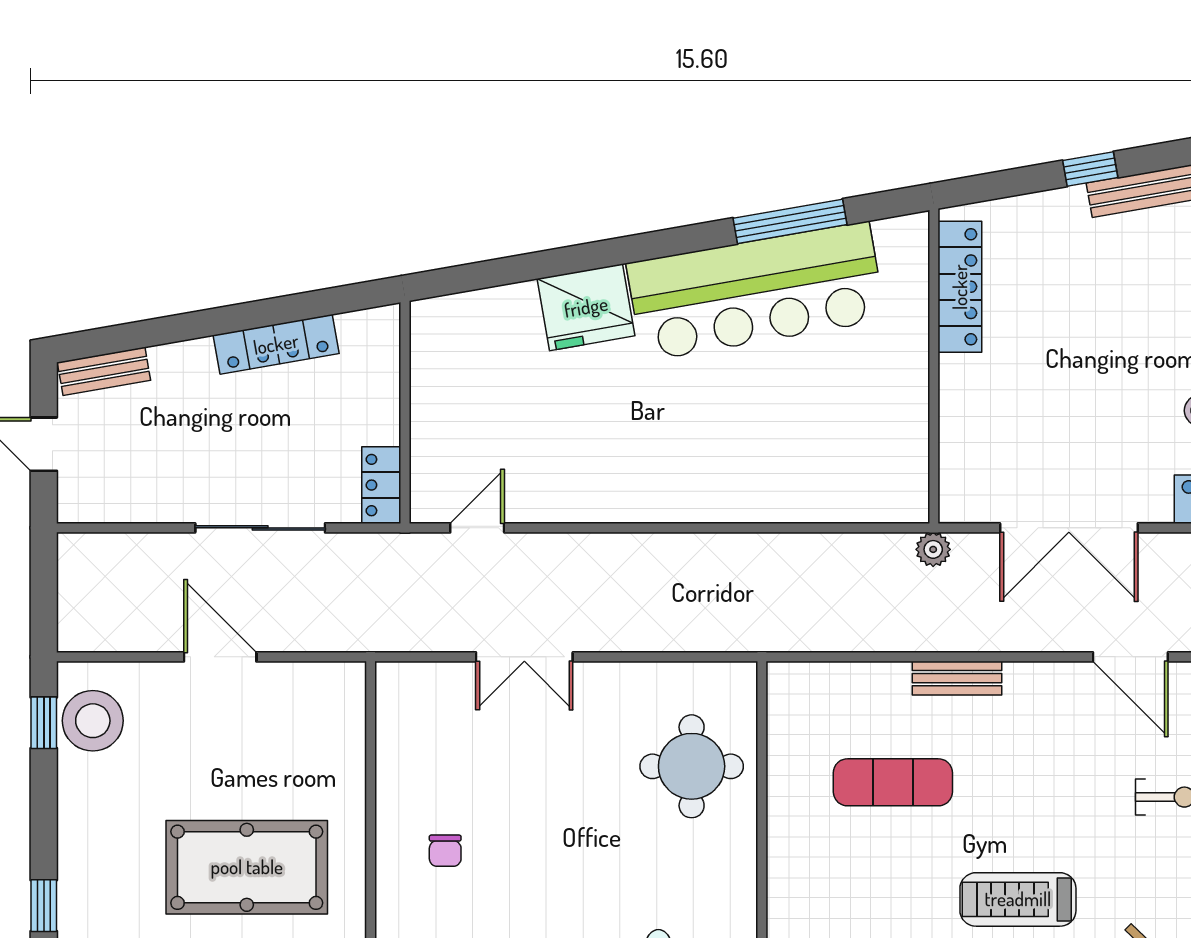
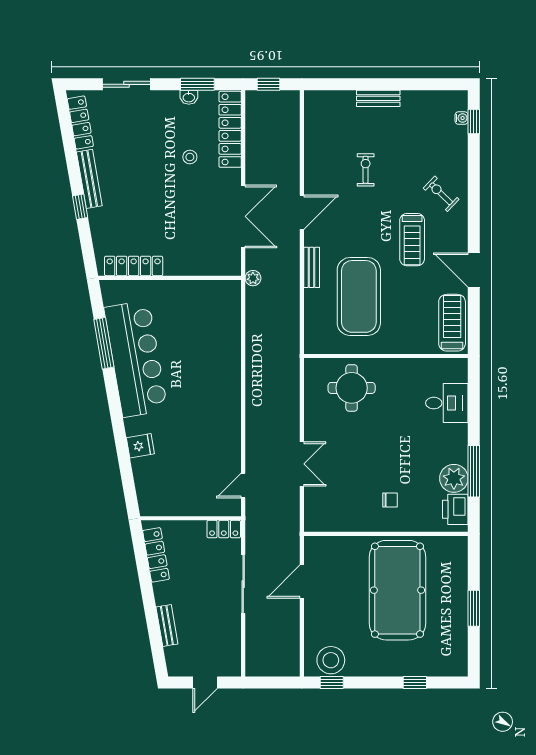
fridge: (586, 307) -> (140, 446), width x0.53, depth x0.75
locker: (276, 344) -> (156, 555), moved
bench: (104, 371) -> (167, 625), moved
door: (477, 528) -> (243, 485), hinge flipped
door: (220, 657) -> (302, 582), moved
door: (1130, 657) -> (302, 212), moved
exercise mat: (893, 782) -> (359, 296), width x2.00, depth x1.45
pool table: (247, 867) -> (397, 590), width x1.36, depth x1.32

